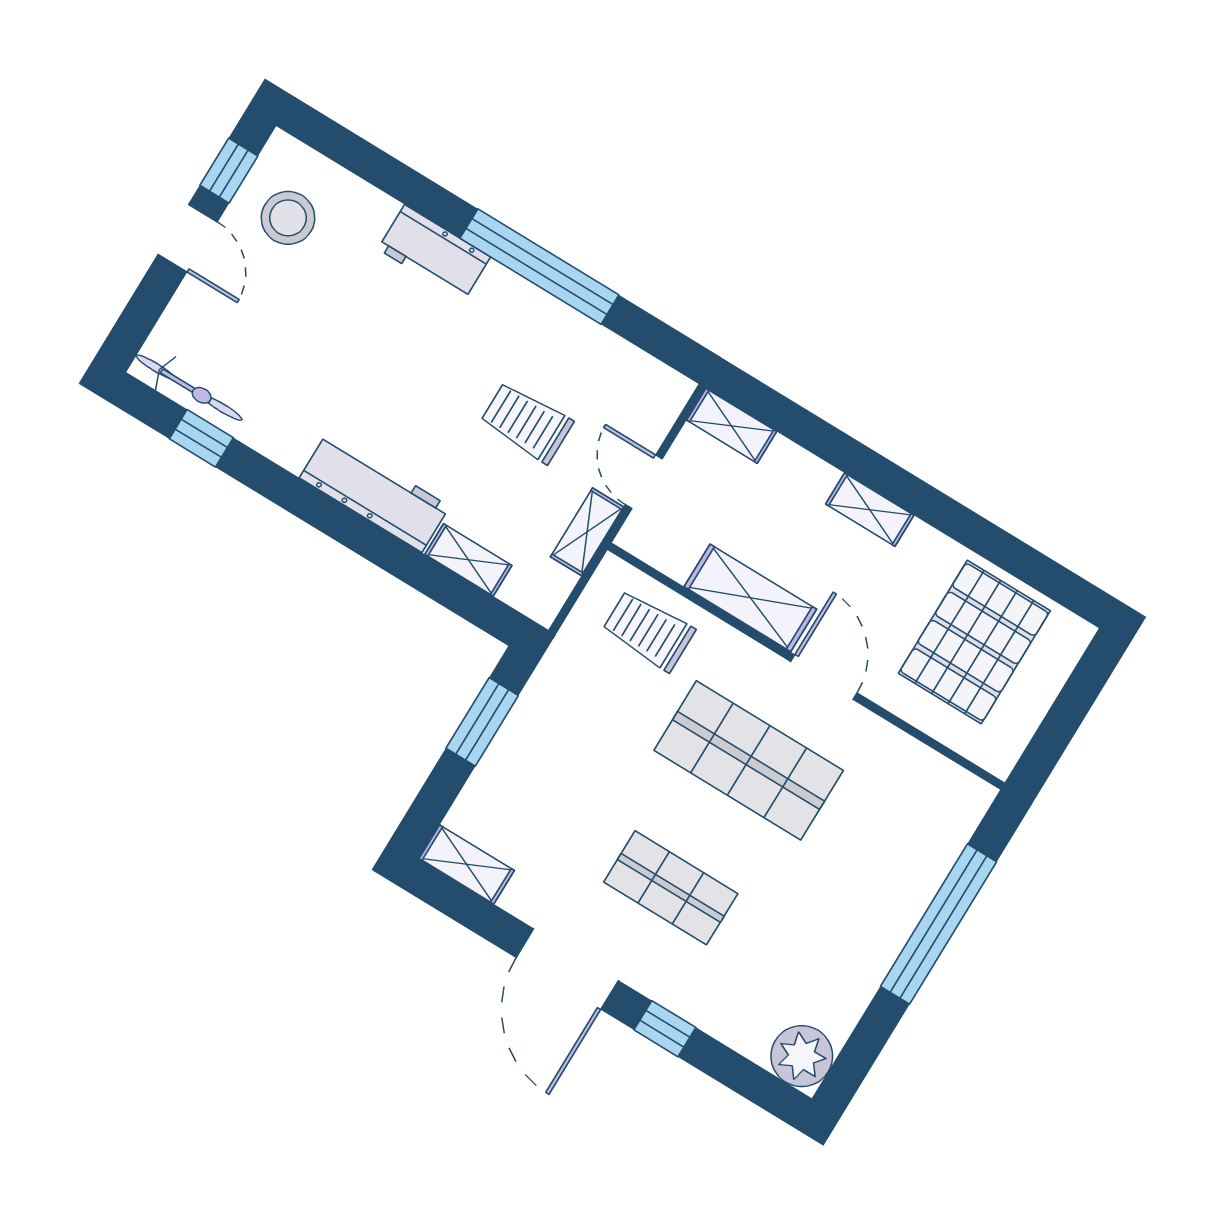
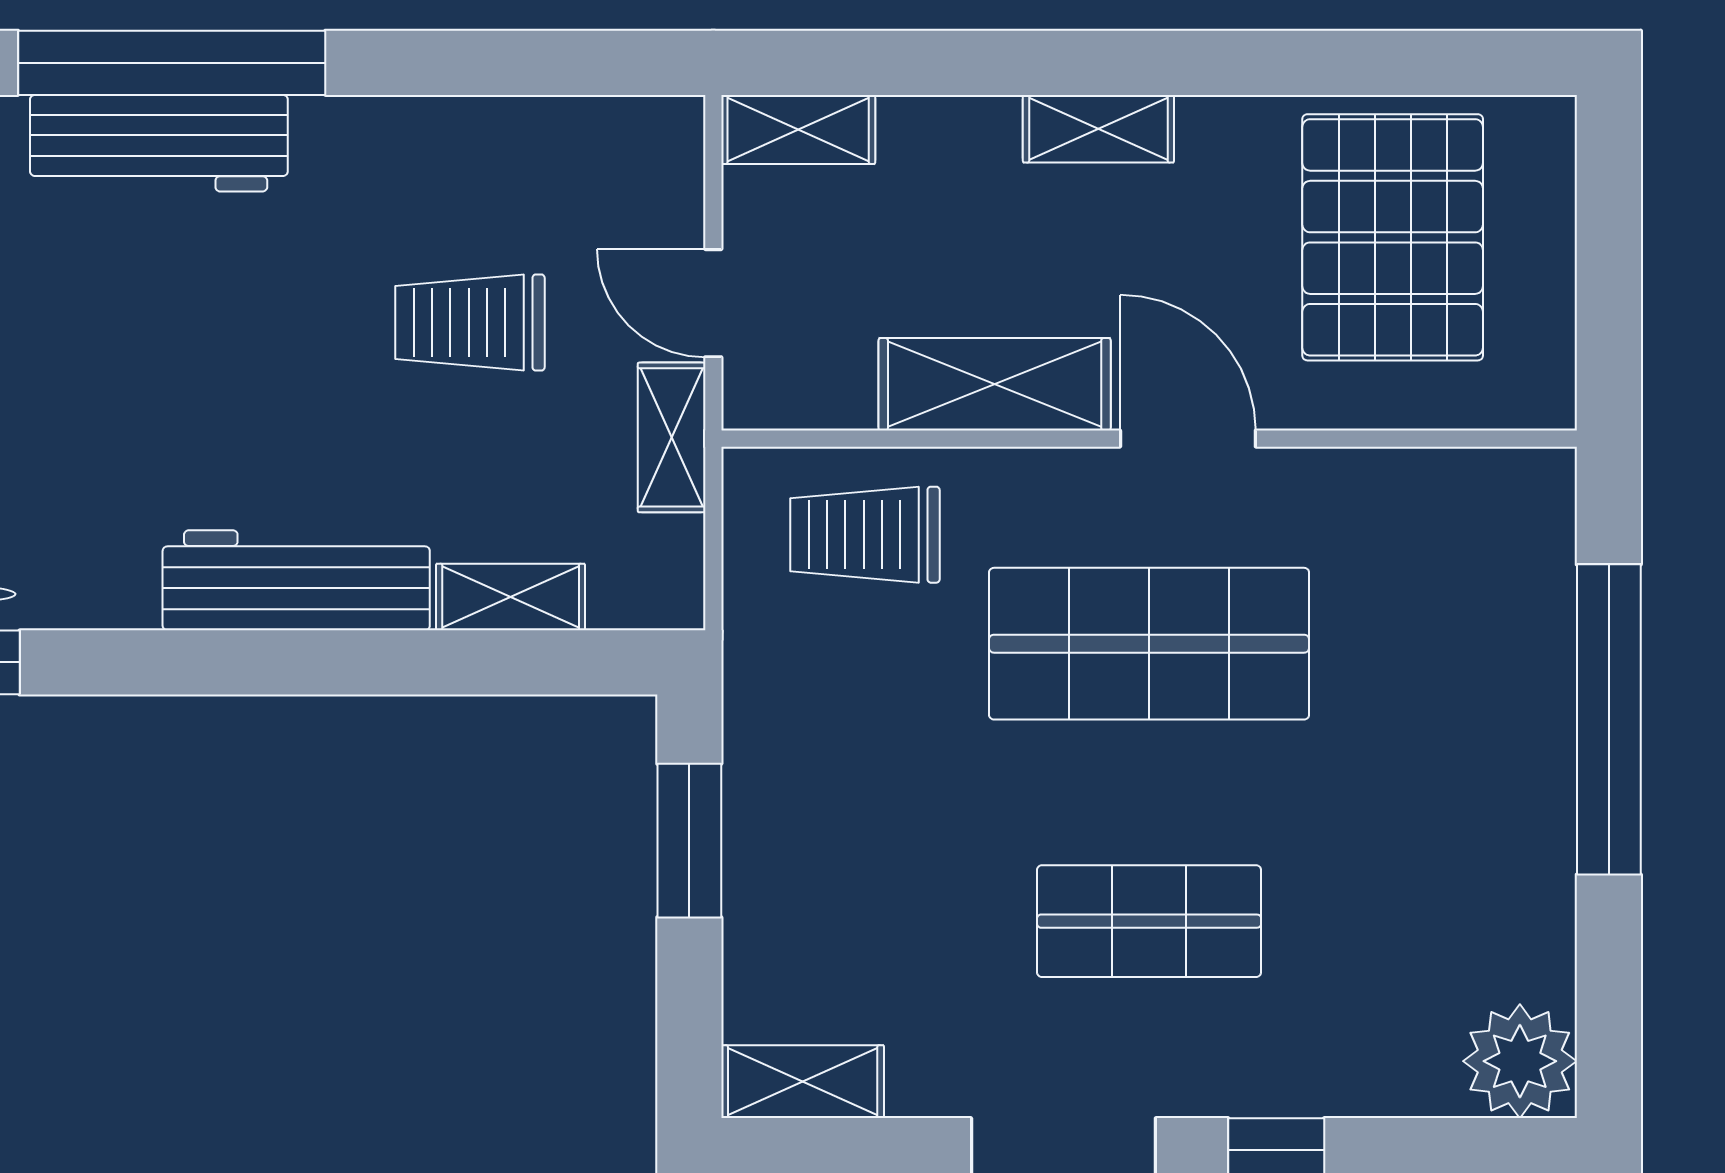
workbench: (434, 253) -> (159, 143), width x1.38
window: (539, 267) -> (172, 63), moved

